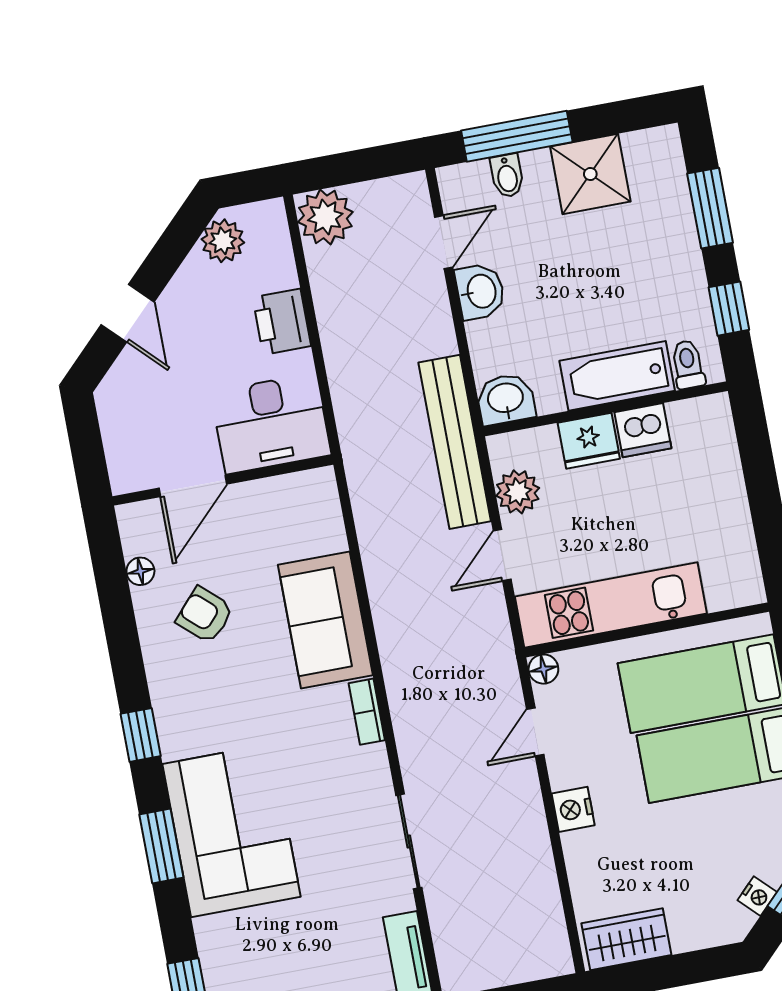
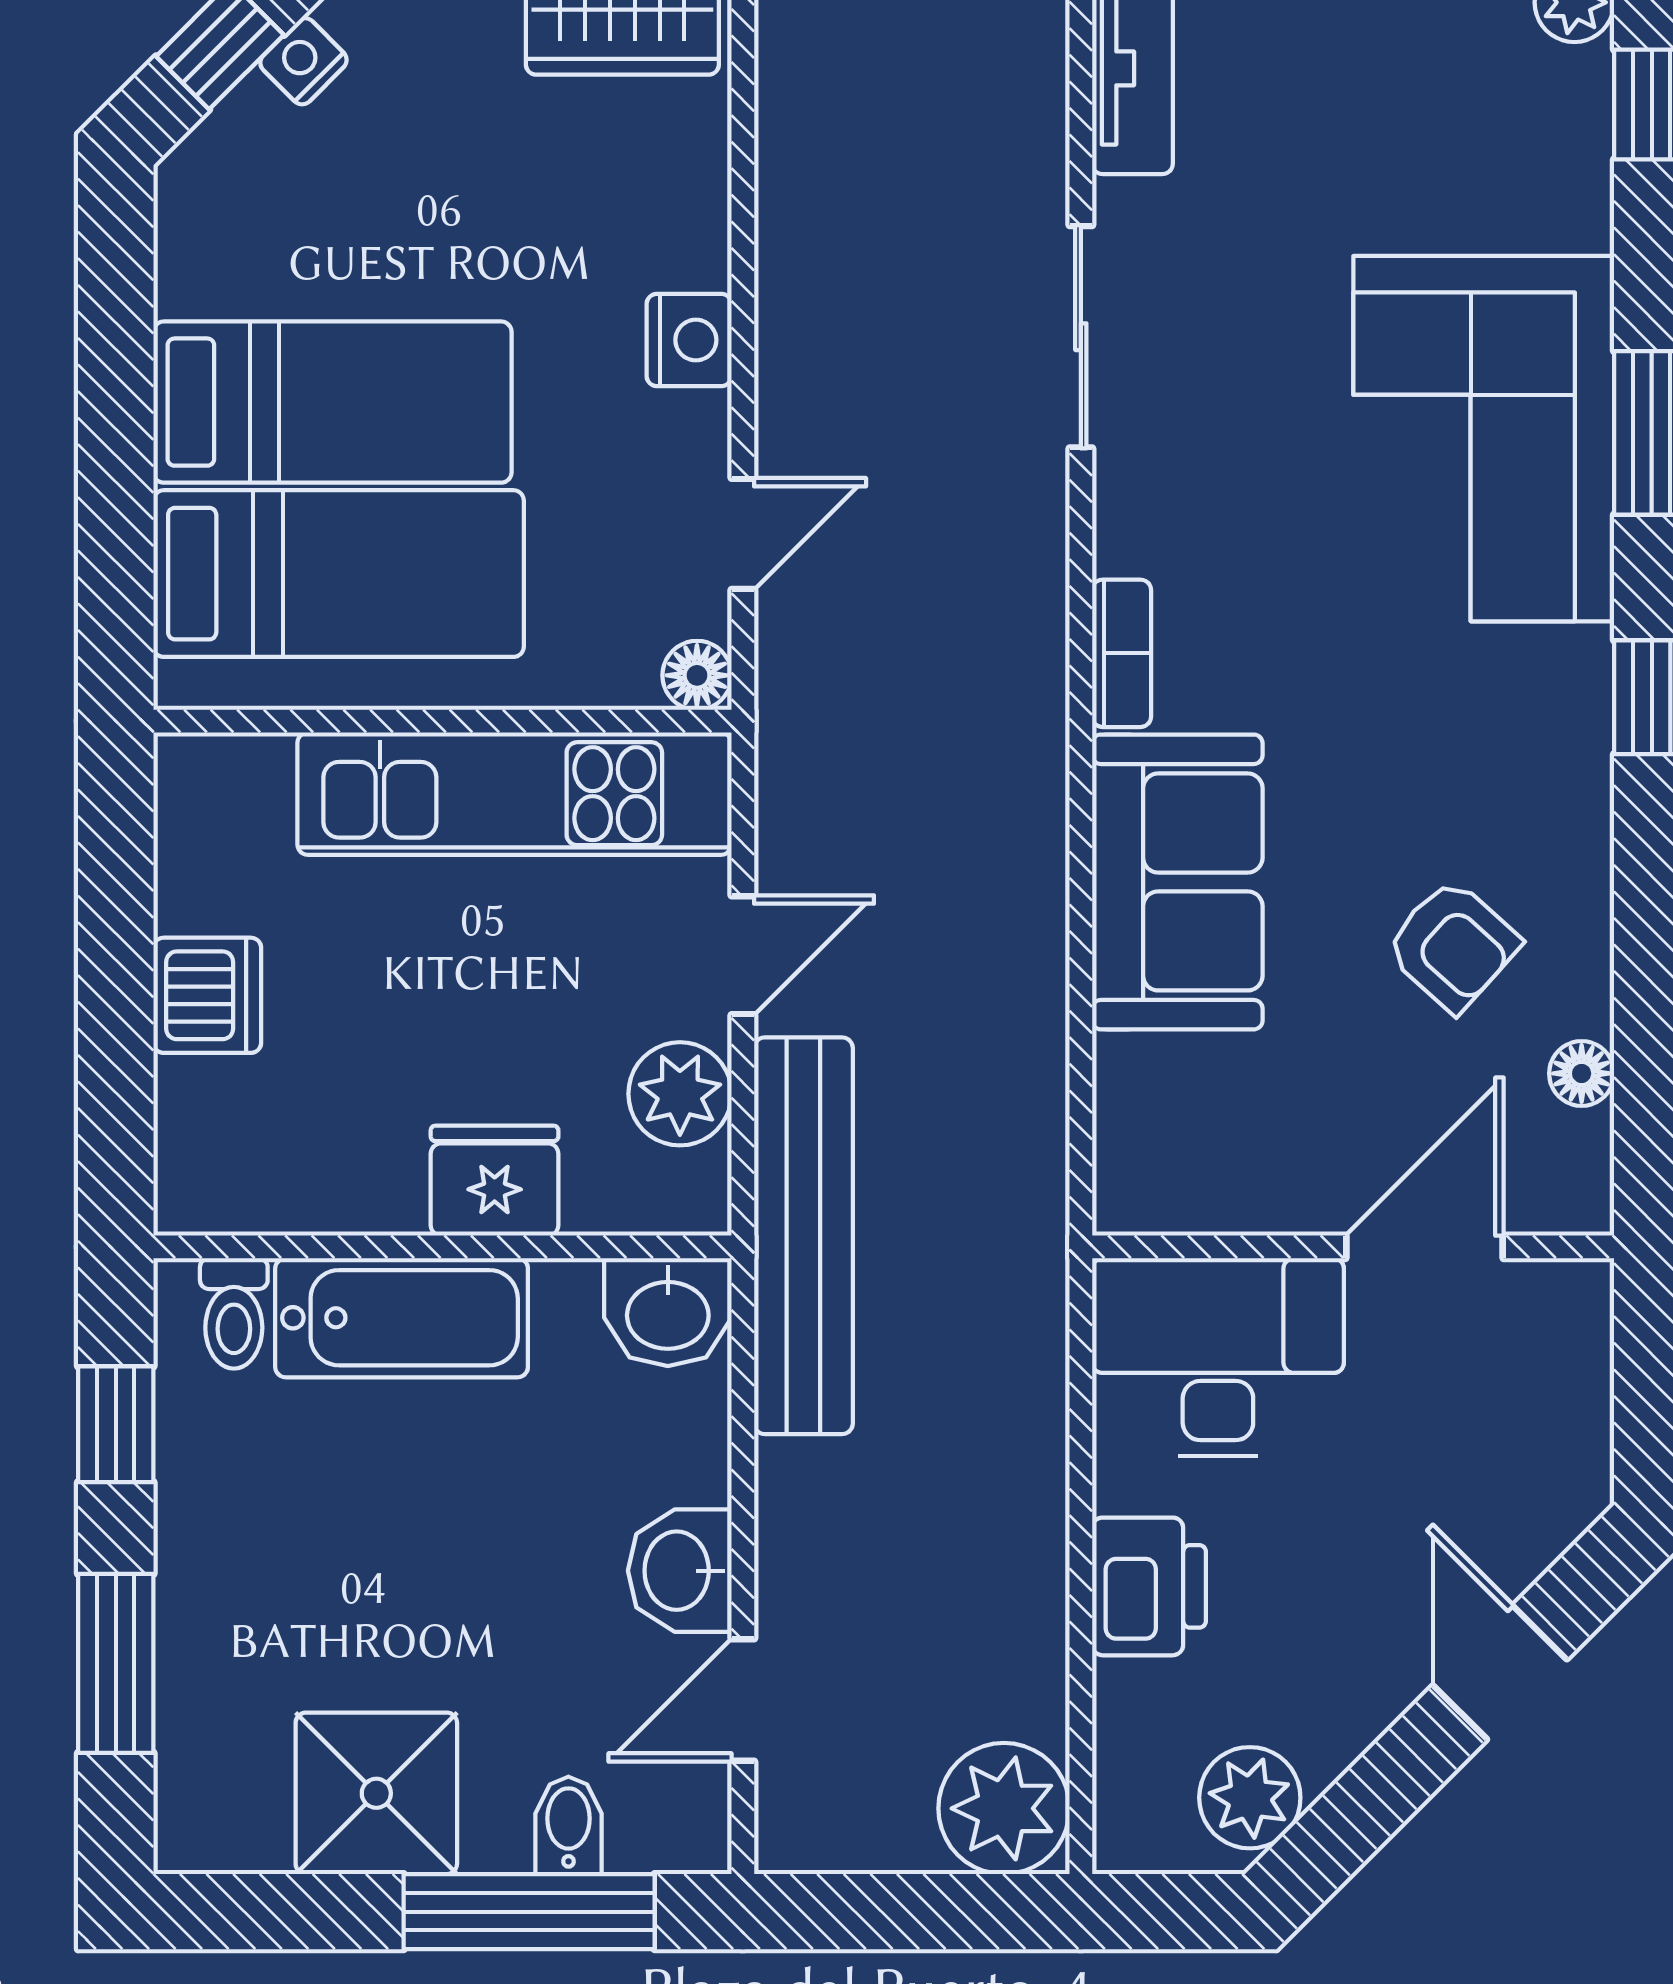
dishwasher: (643, 430) -> (207, 995), moved, turned 90

